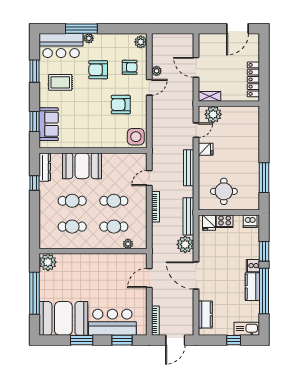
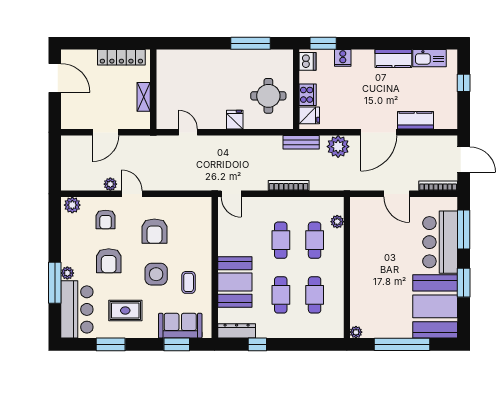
armchair: (130, 67) -> (106, 219), turned 180
rug: (60, 82) -> (125, 311), turned 90
shelving: (209, 96) -> (144, 97), moved
plant: (213, 114) -> (167, 110), removed
coffee table: (82, 131) -> (189, 282), added
side table: (136, 137) -> (156, 274), moved
fridge: (206, 149) -> (235, 120), moved
bench: (189, 168) -> (237, 142), removed
door: (149, 178) -> (231, 194), moved
bench: (188, 216) -> (301, 142), width x0.73
window: (264, 251) -> (323, 43), moved
plant: (48, 262) -> (356, 332), width x0.53, depth x0.53
cooker: (253, 266) -> (343, 58), moved
door: (149, 278) -> (397, 194), moved
window: (264, 291) -> (399, 43), removed
kitchen counter: (205, 314) -> (415, 120), moved
kitchen sink: (247, 329) -> (430, 58), moved, turned -90
window: (122, 340) -> (464, 229), width x1.44

